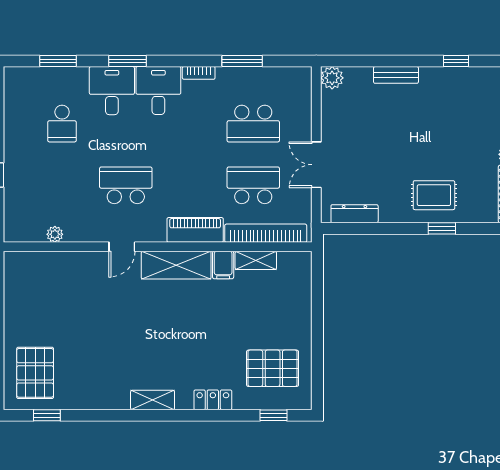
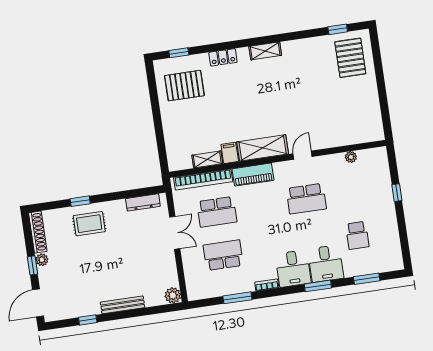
bench: (396, 75) -> (123, 305), width x1.36
school desk: (62, 124) -> (357, 235), turned 180

